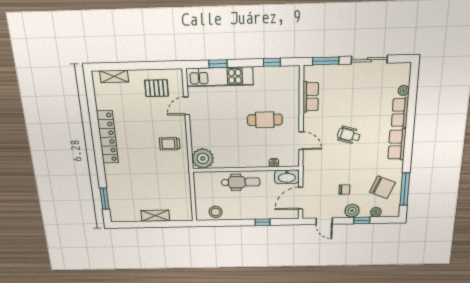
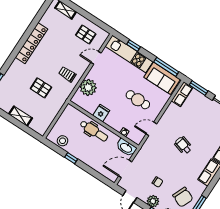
window: (272, 62) -> (166, 67), width x2.17
sofa: (276, 78) -> (162, 78), added
row of seats: (311, 97) -> (182, 94), moved
door: (301, 141) -> (151, 129), swing flipped
plant: (203, 158) -> (88, 87), moved
fridge: (235, 160) -> (101, 113), added
pallet: (154, 176) -> (41, 88), added
window: (263, 222) -> (71, 158), moved

